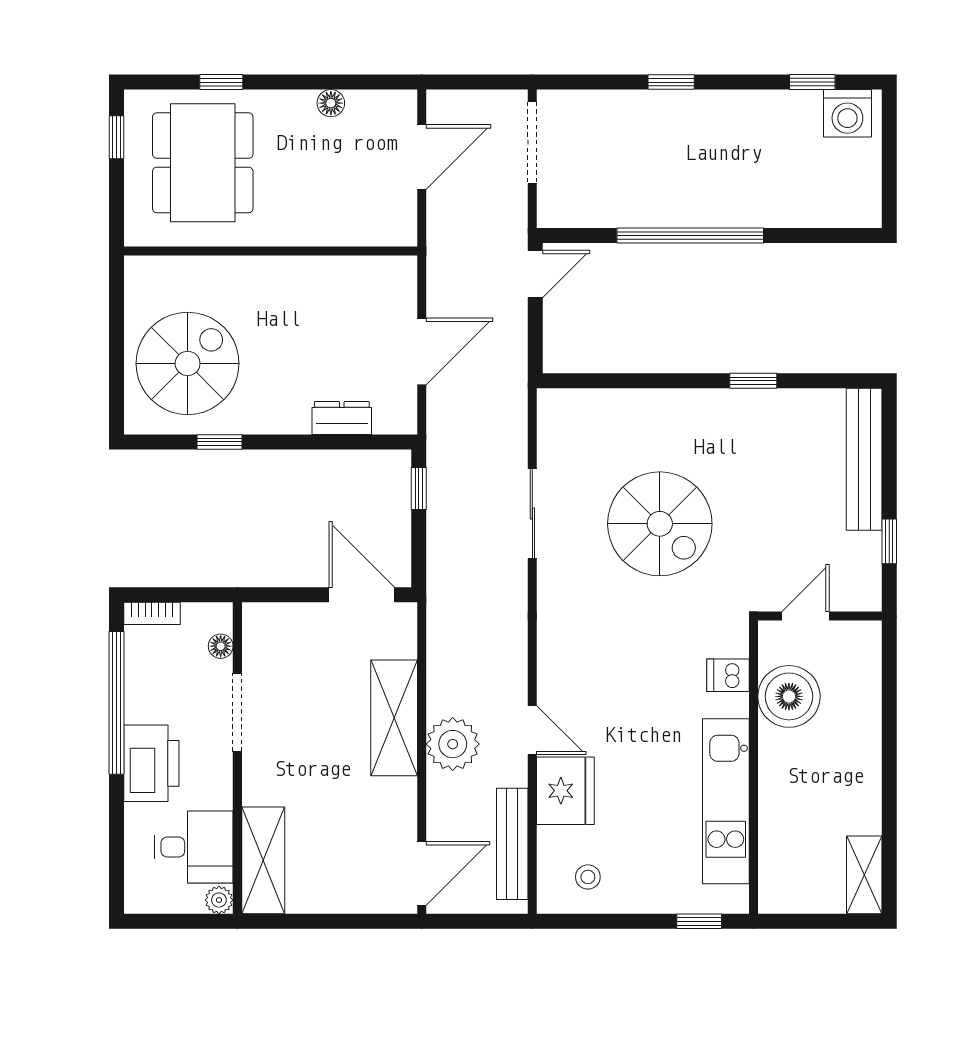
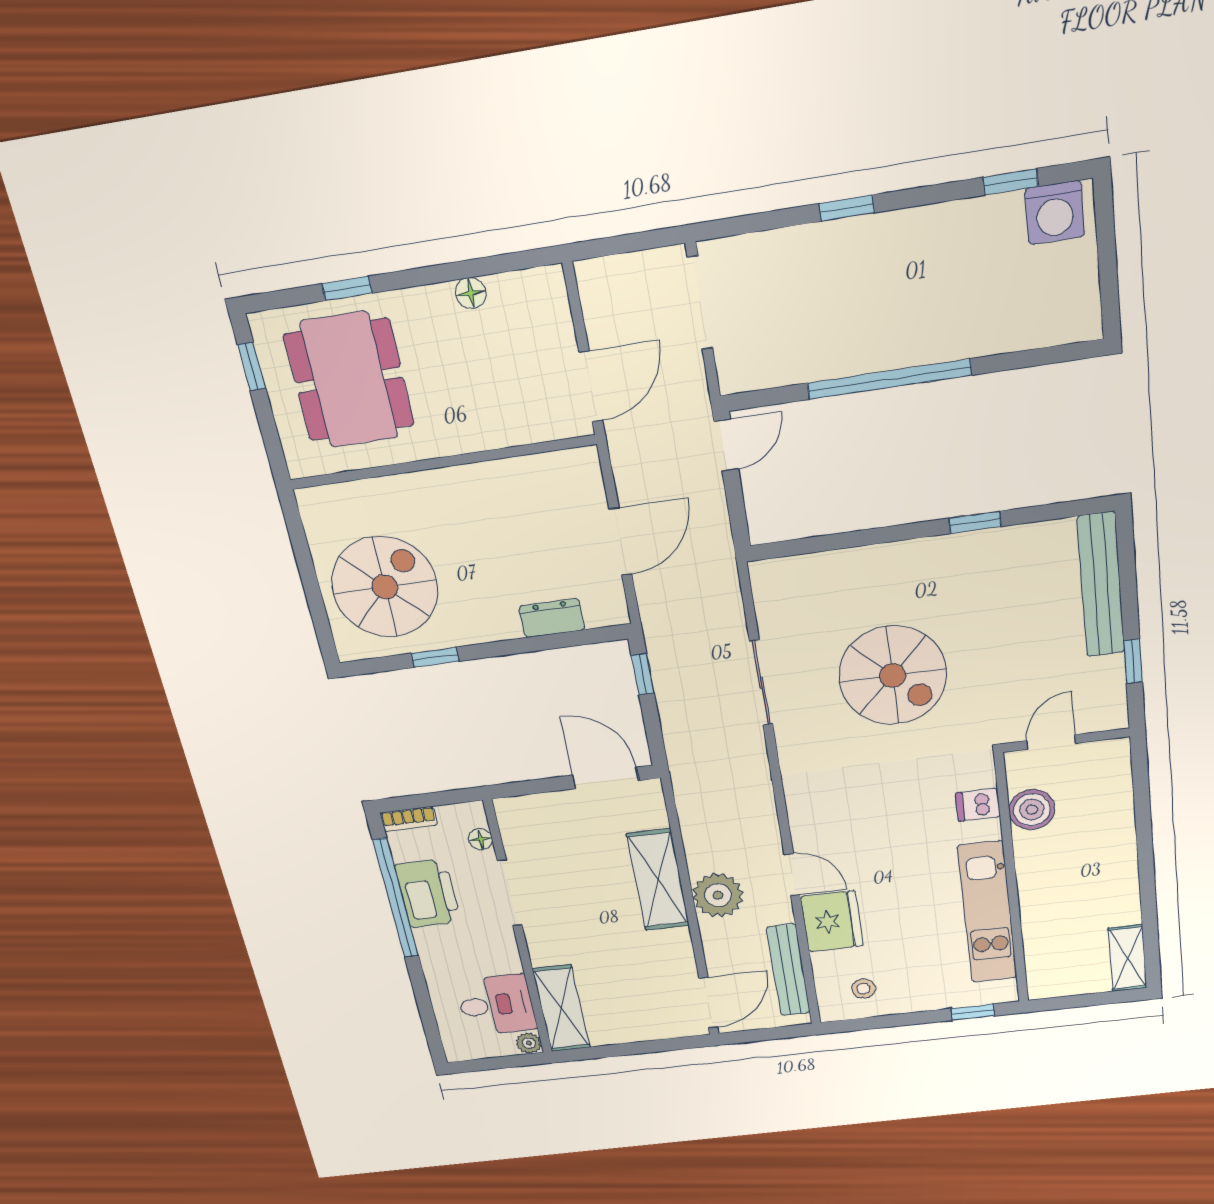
door: (422, 157) -> (591, 386), moved
boiler: (789, 696) -> (1032, 810), width x0.73, depth x0.73
printer: (151, 763) -> (428, 893), moved

